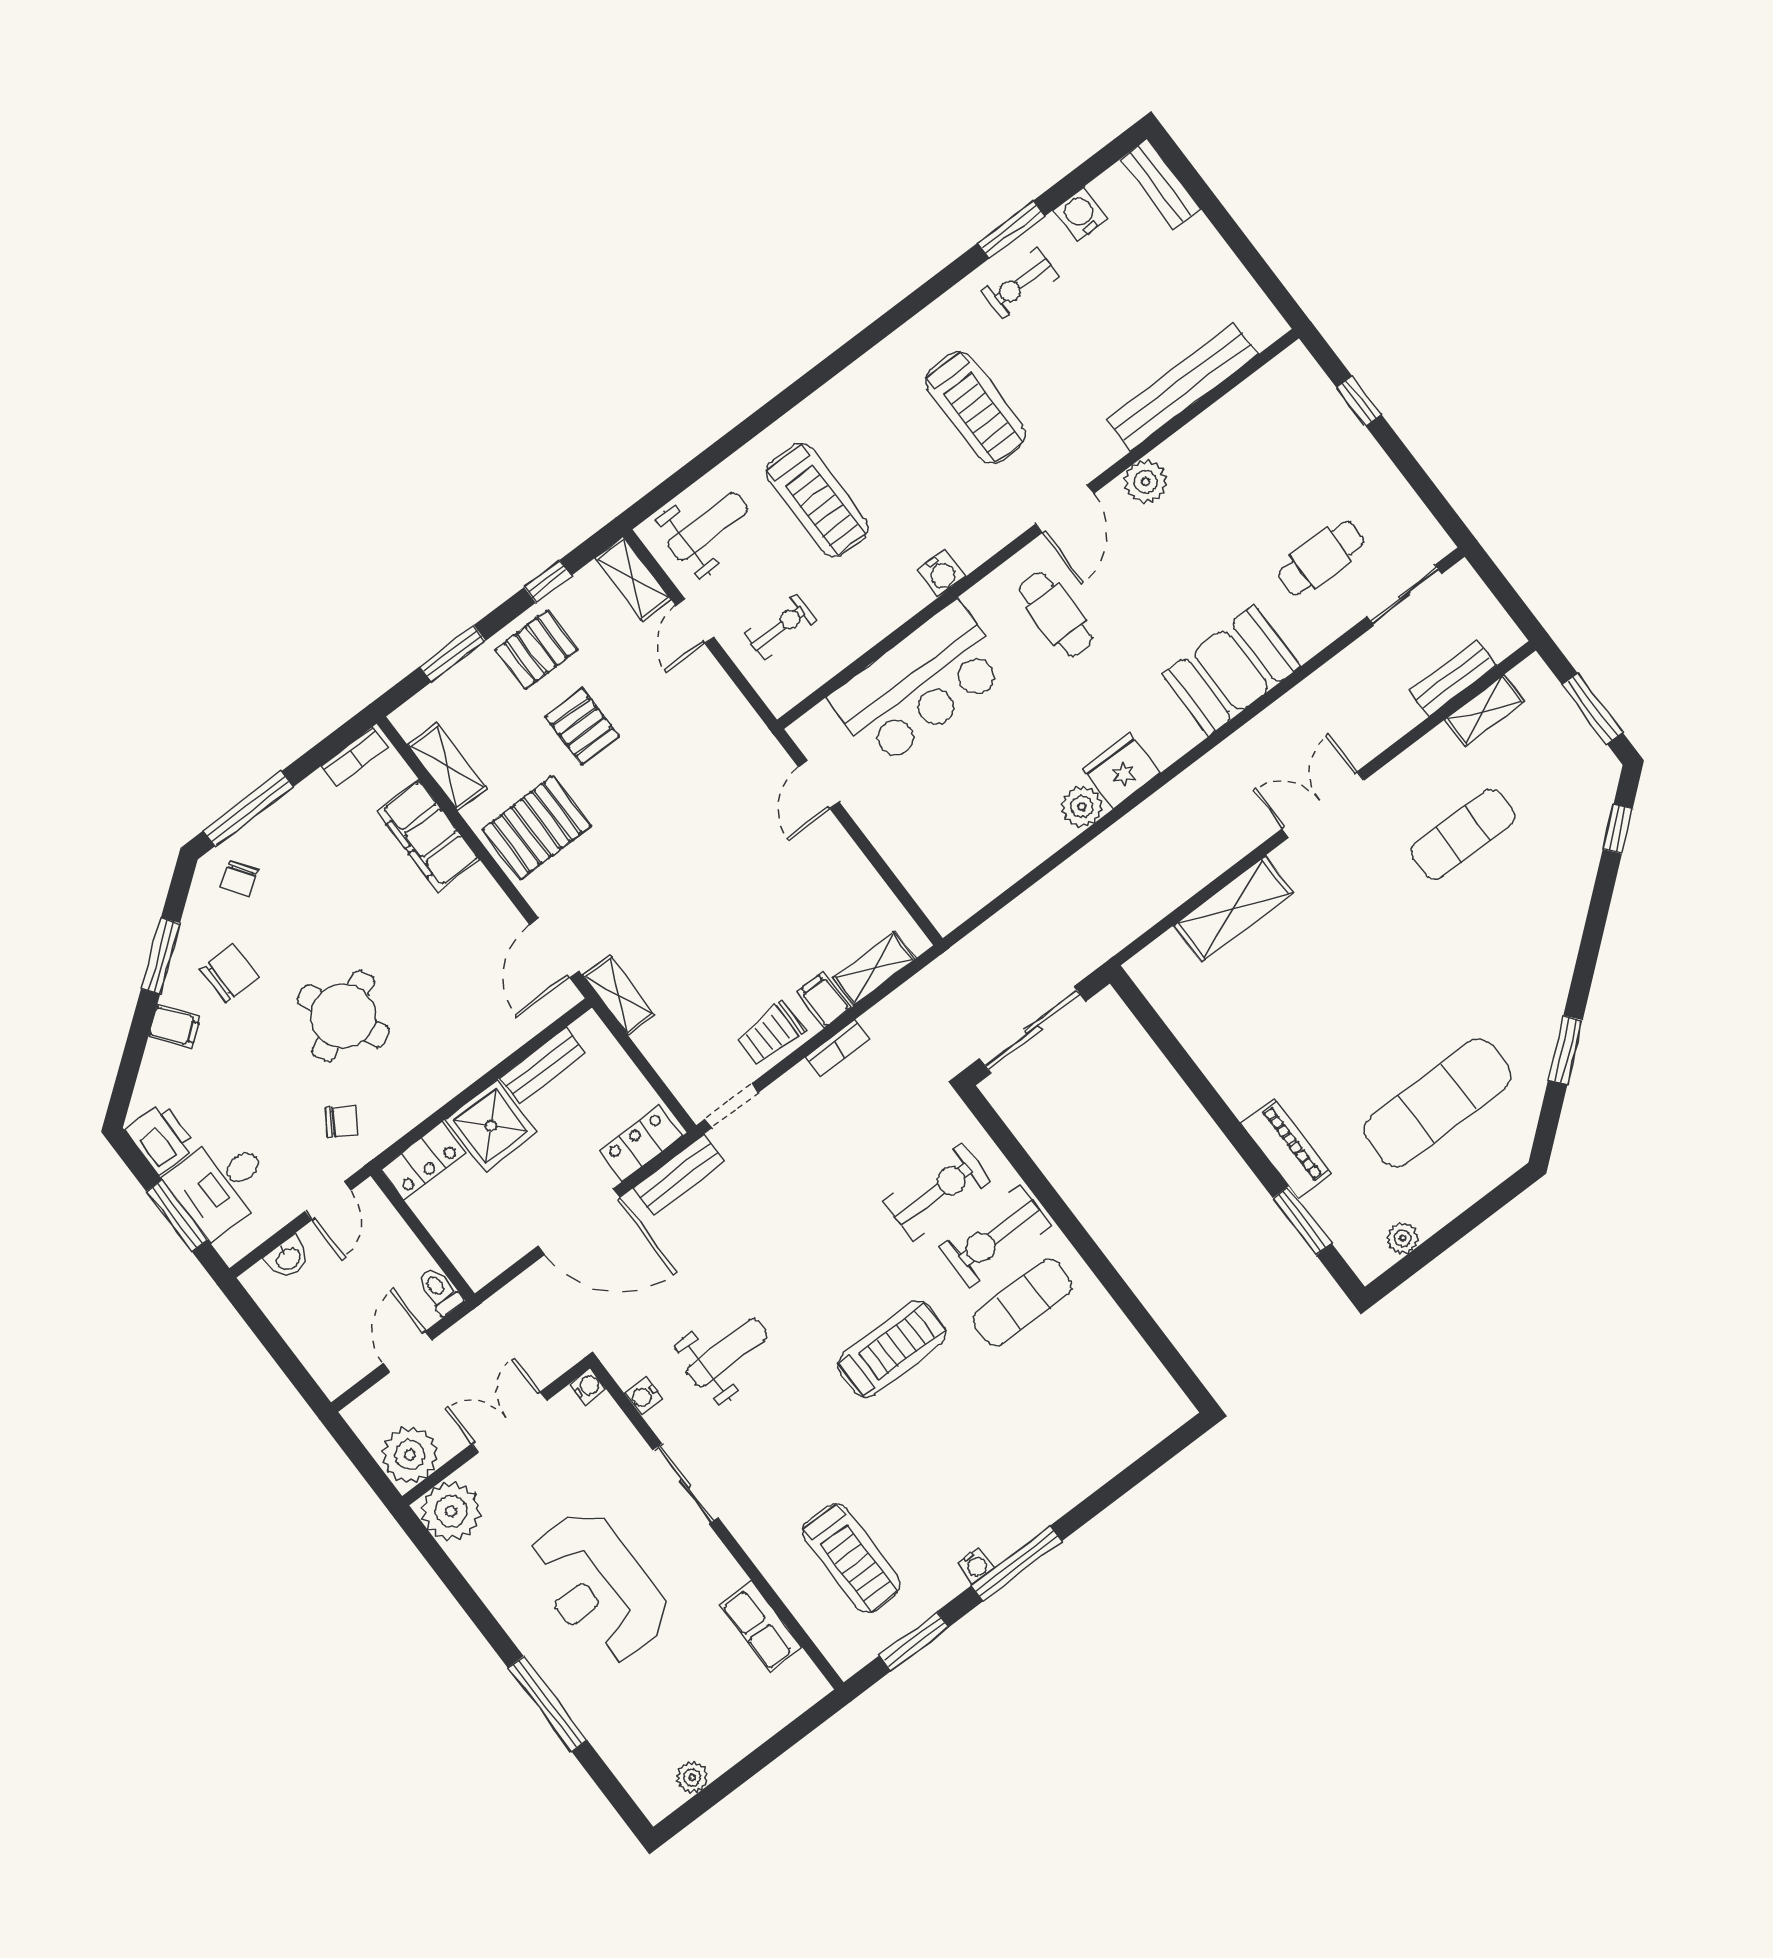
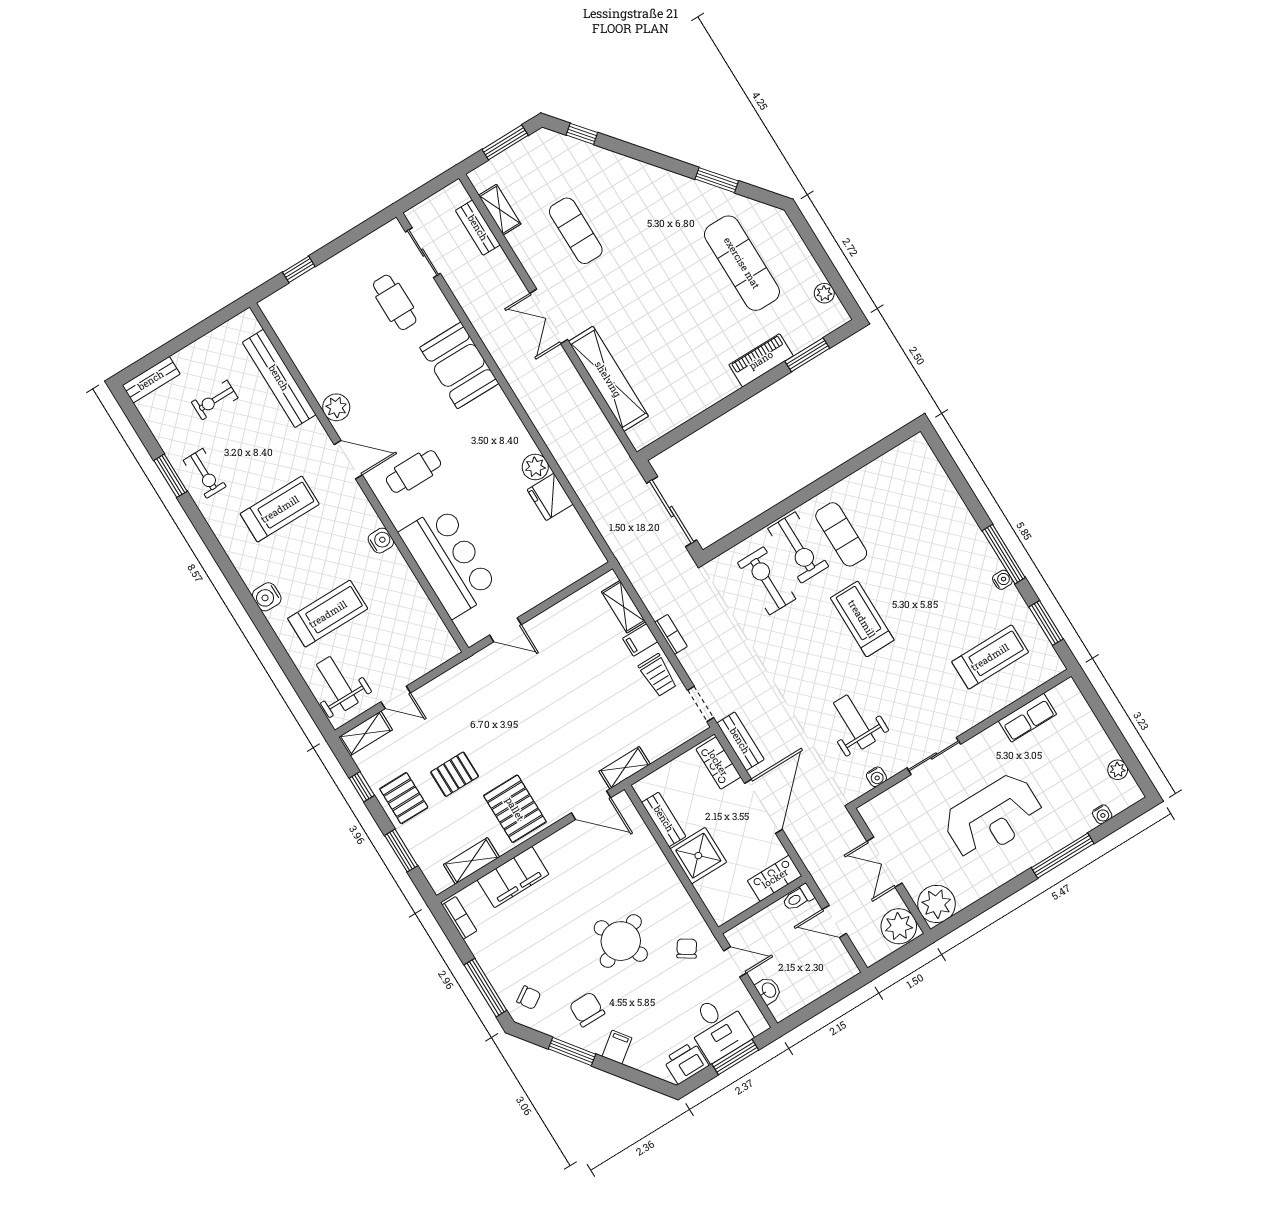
water cooler: (1080, 214) -> (267, 597), moved
exercise bike: (781, 627) -> (215, 400), moved, turned -90
fridge: (1121, 771) -> (550, 497), moved
shelving: (1233, 909) -> (608, 379), width x1.47
locker: (423, 1161) -> (775, 878), moved, turned -90
water cooler: (588, 1387) -> (1102, 814), moved, turned 180

